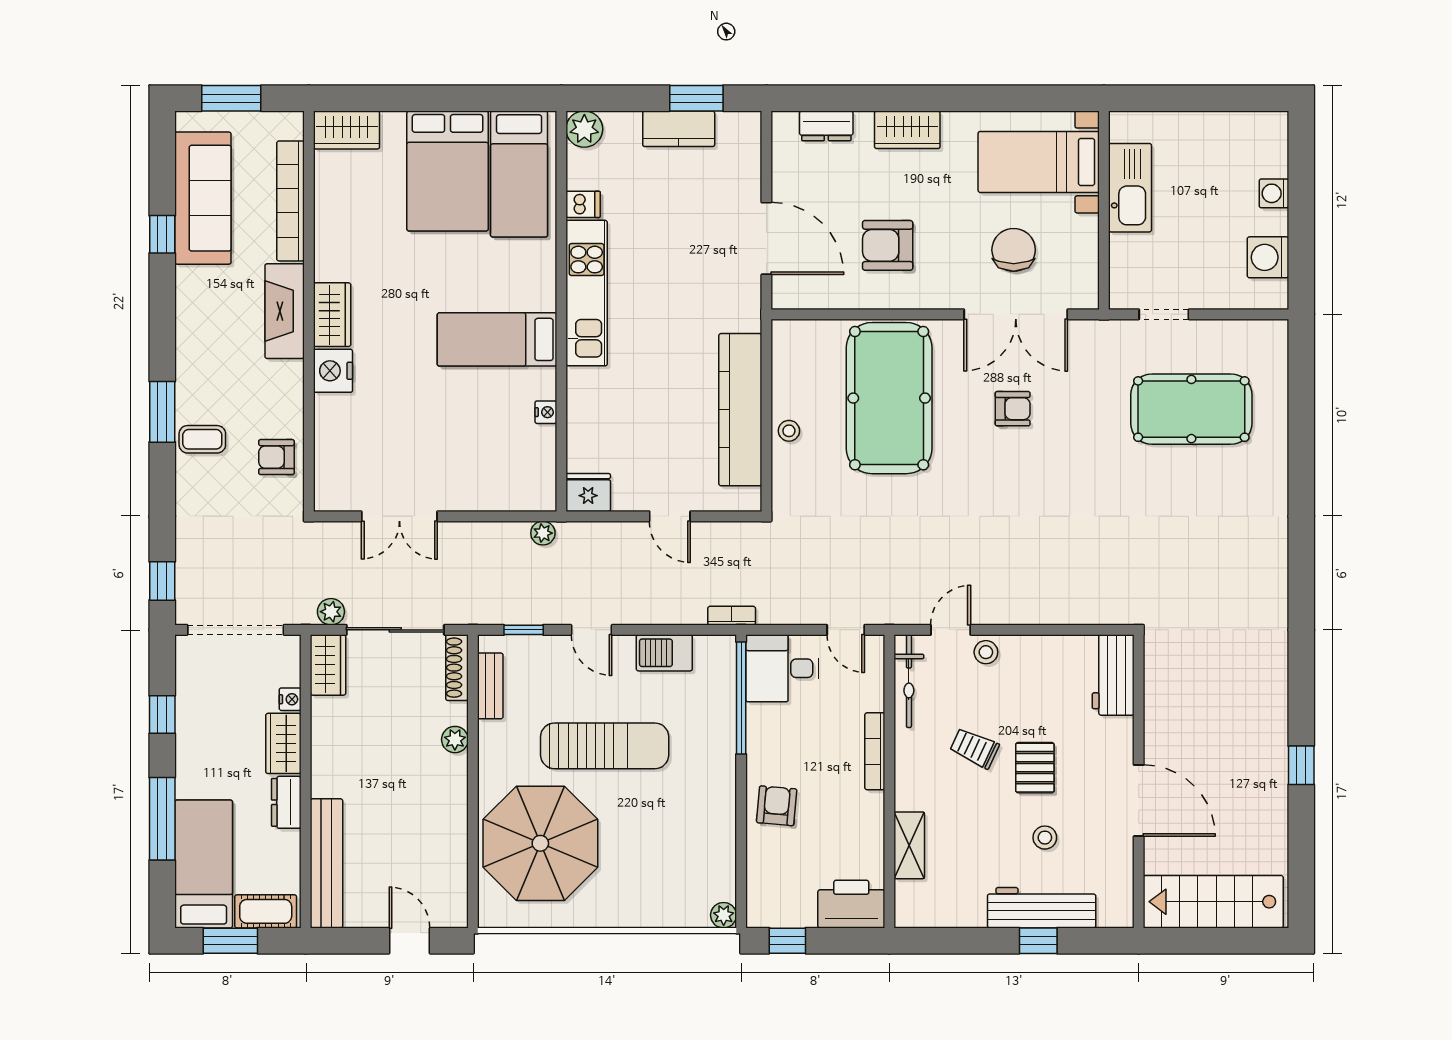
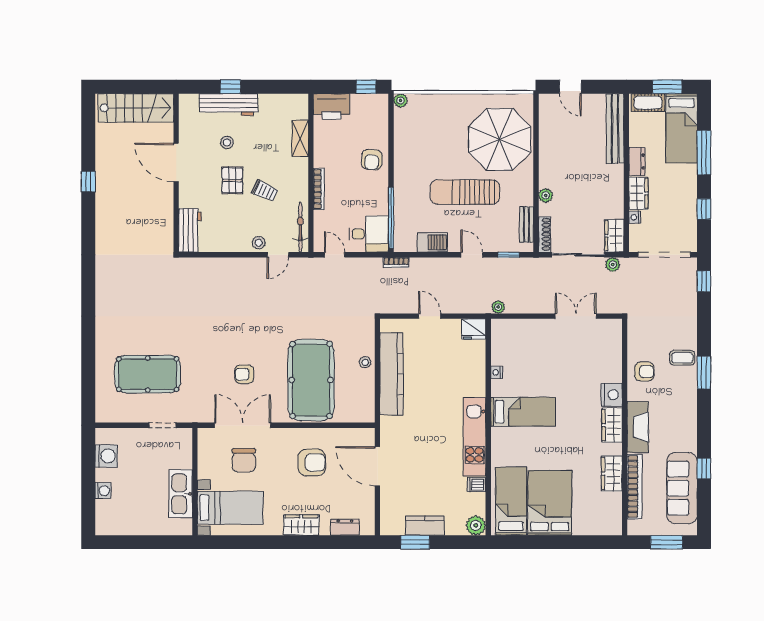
wardrobe: (347, 130) -> (612, 473), moved, turned -90
armchair: (276, 457) -> (644, 372), moved

